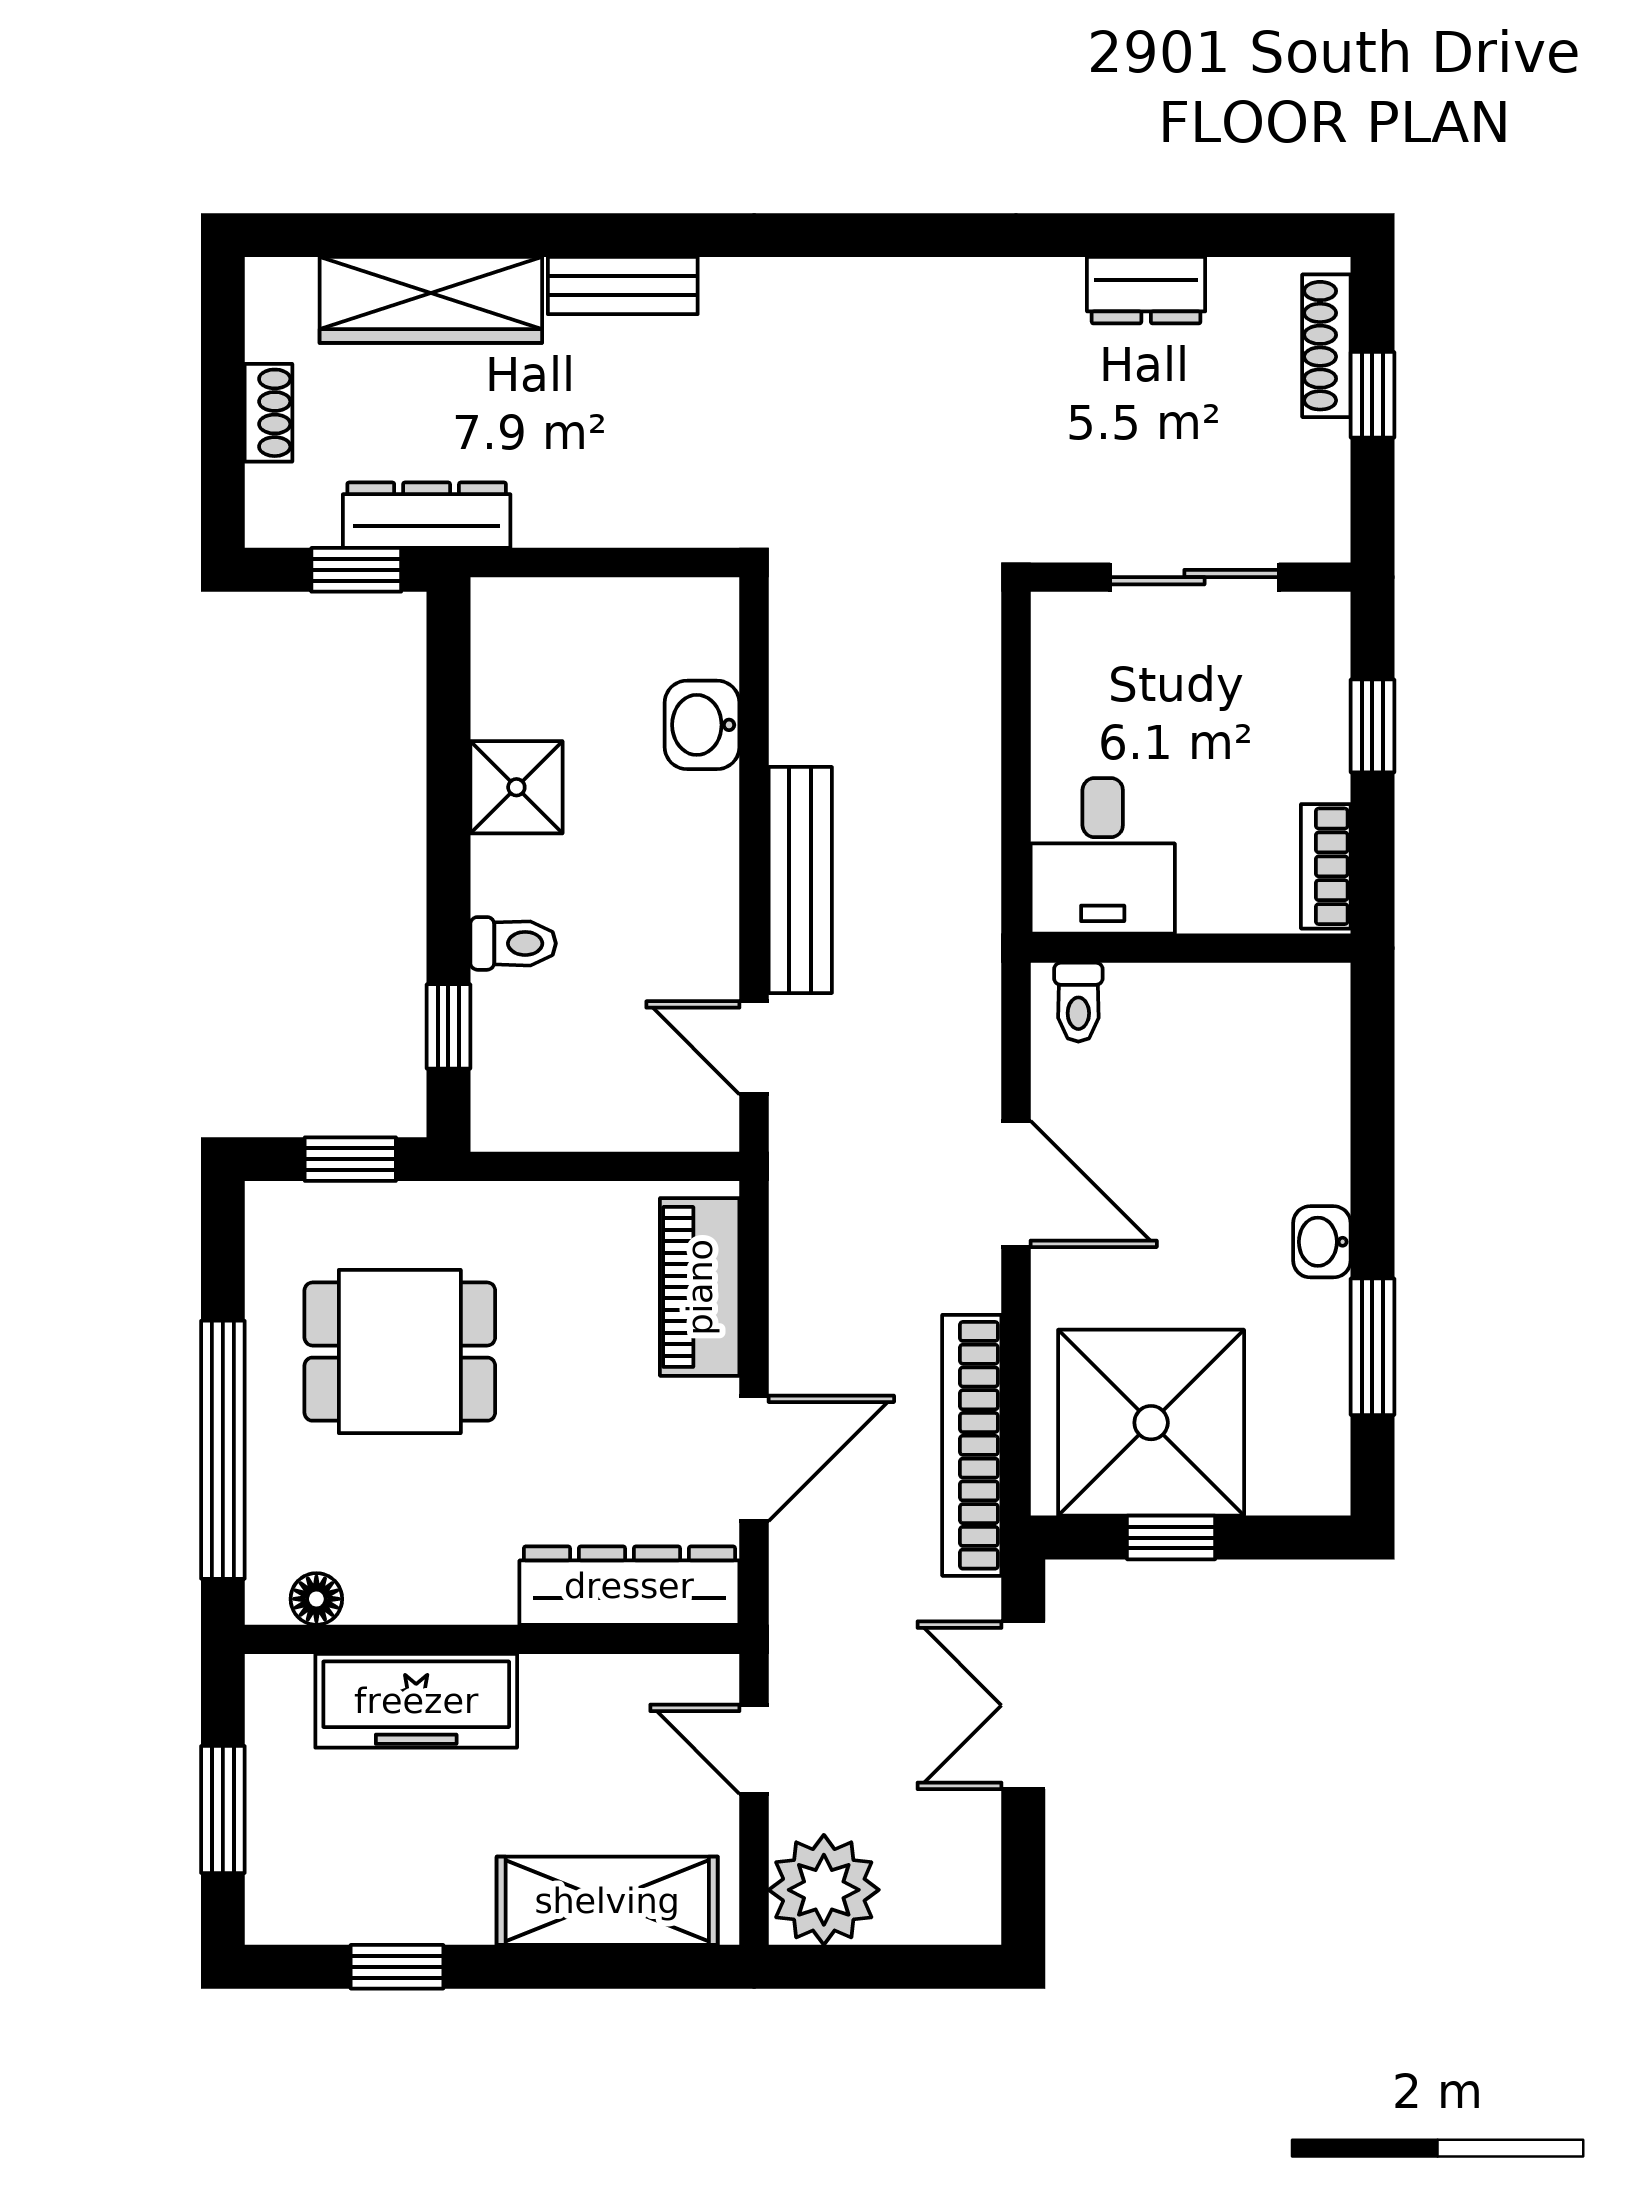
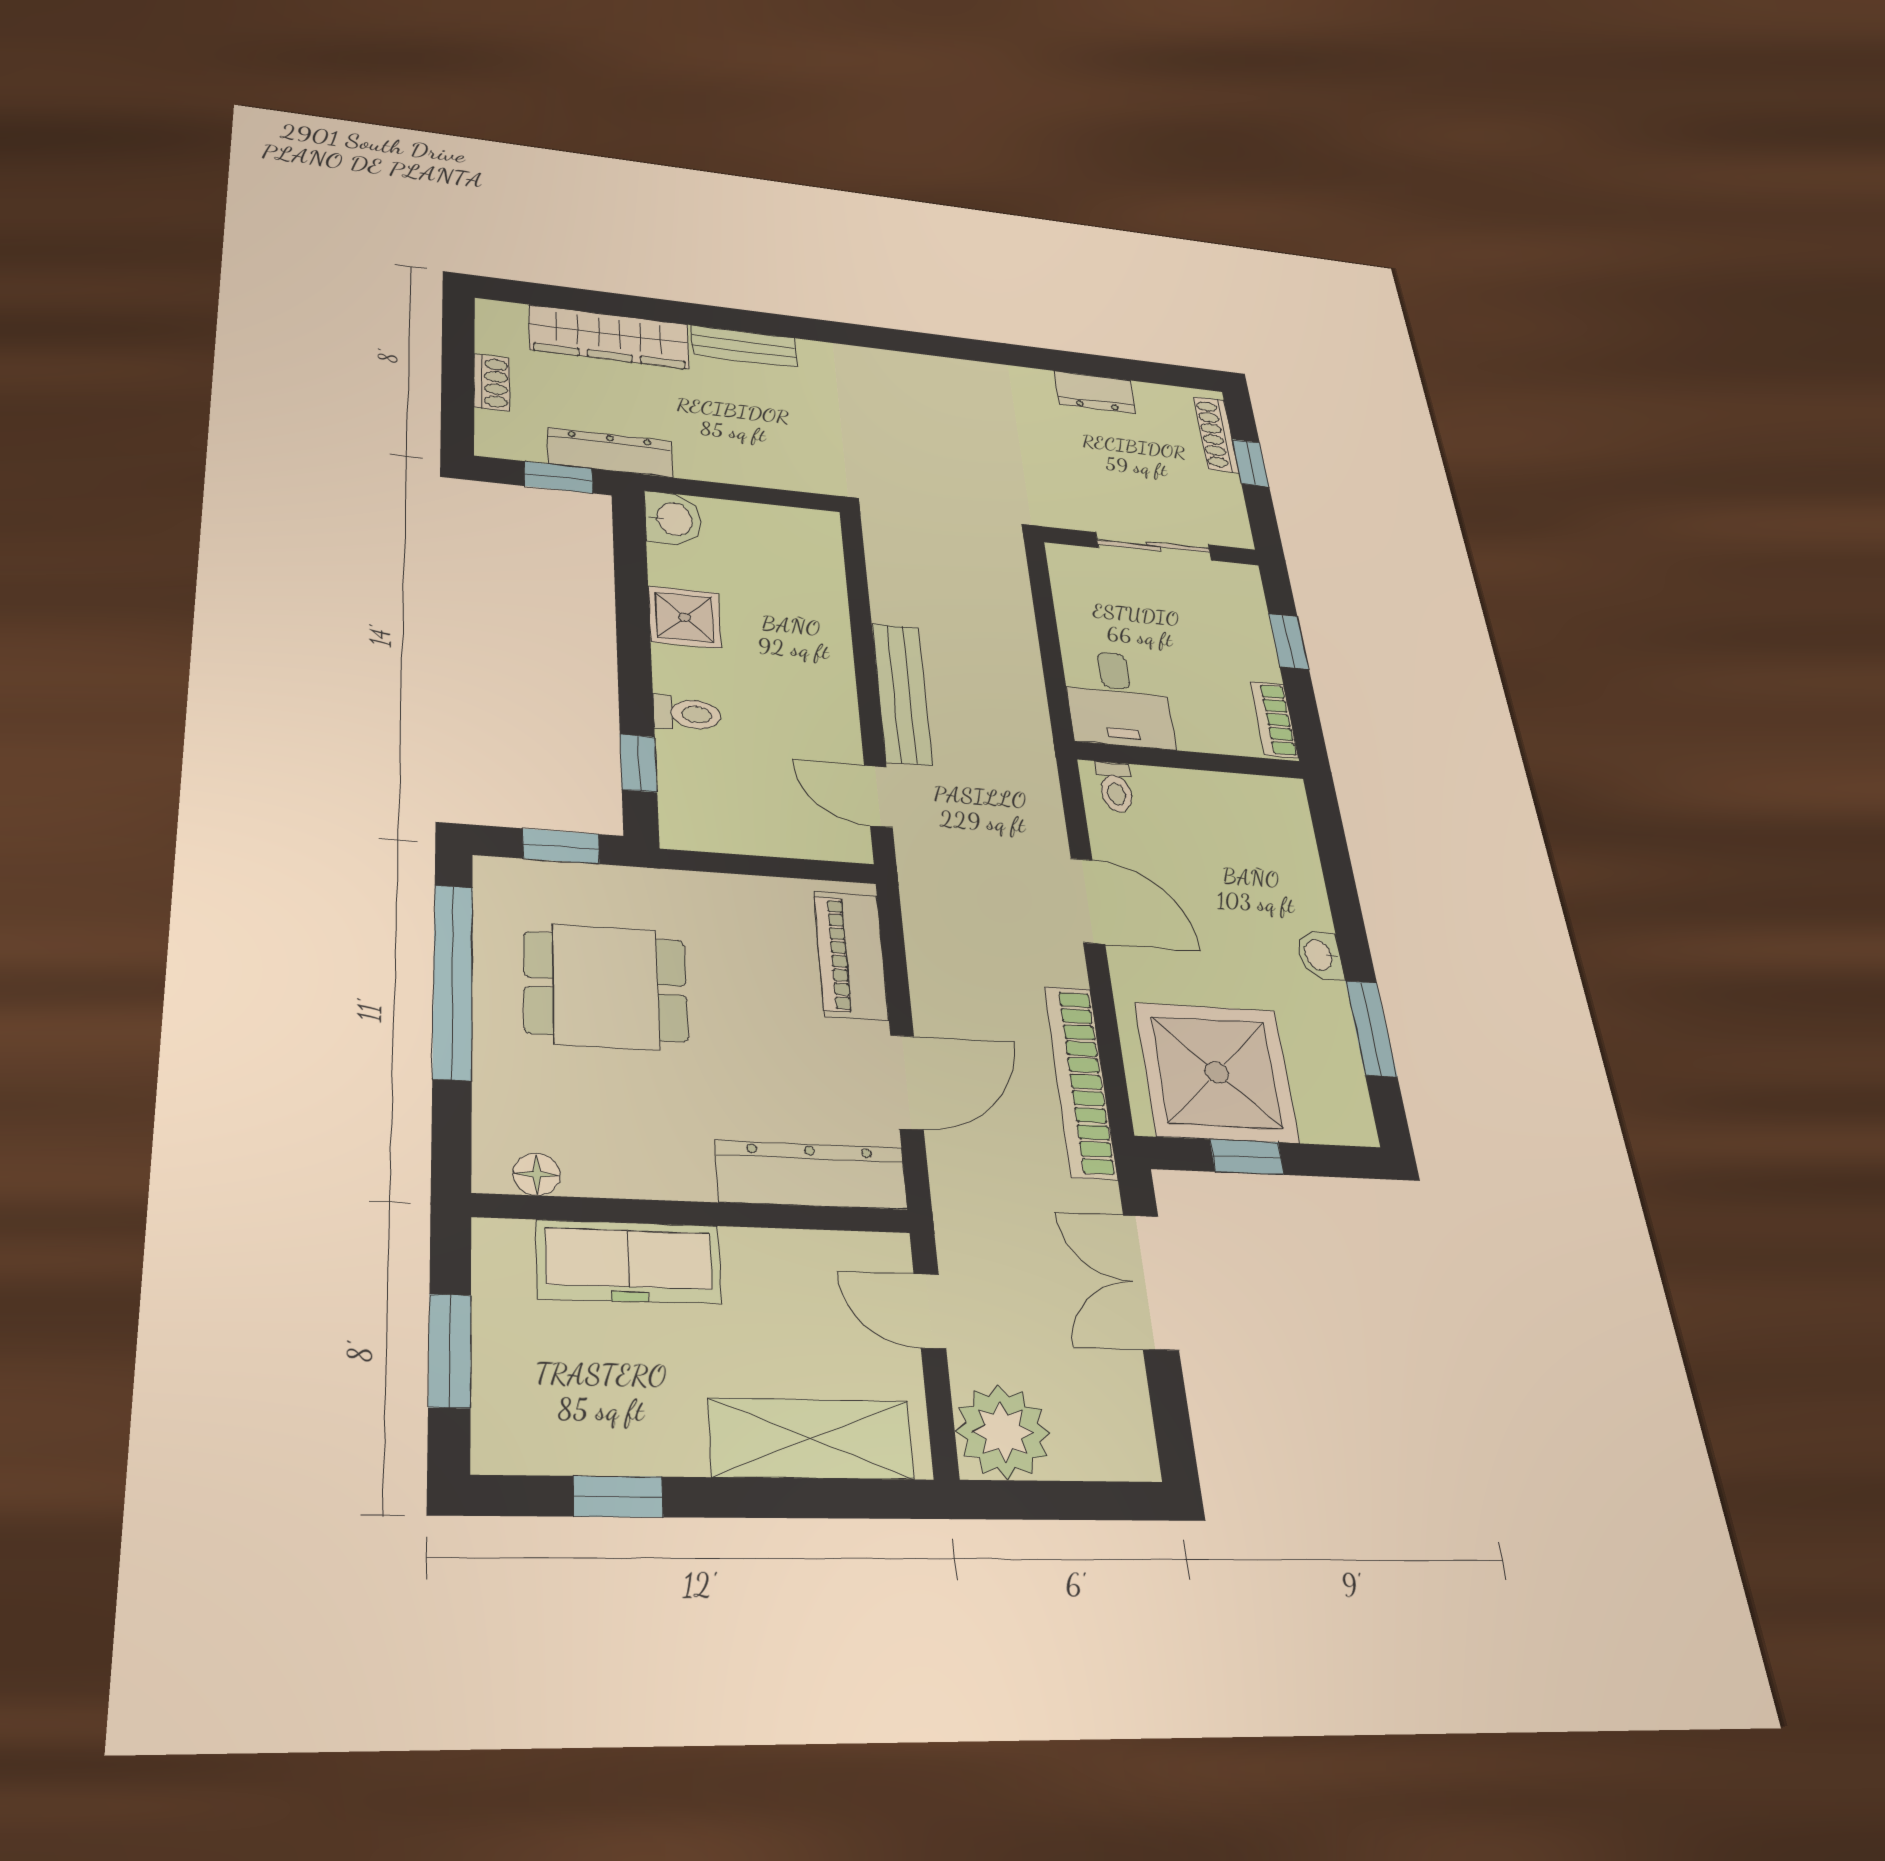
washbasin: (702, 725) -> (673, 519), moved, turned 180
window: (223, 1450) -> (453, 981), moved

